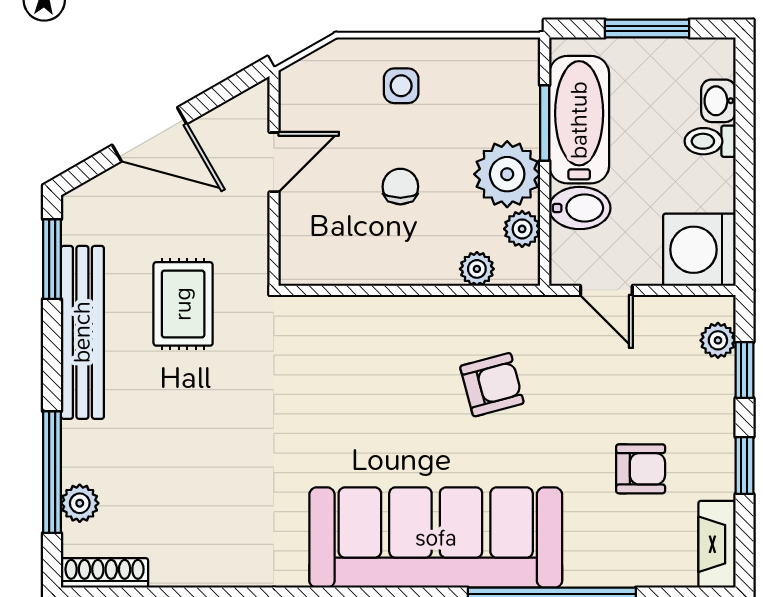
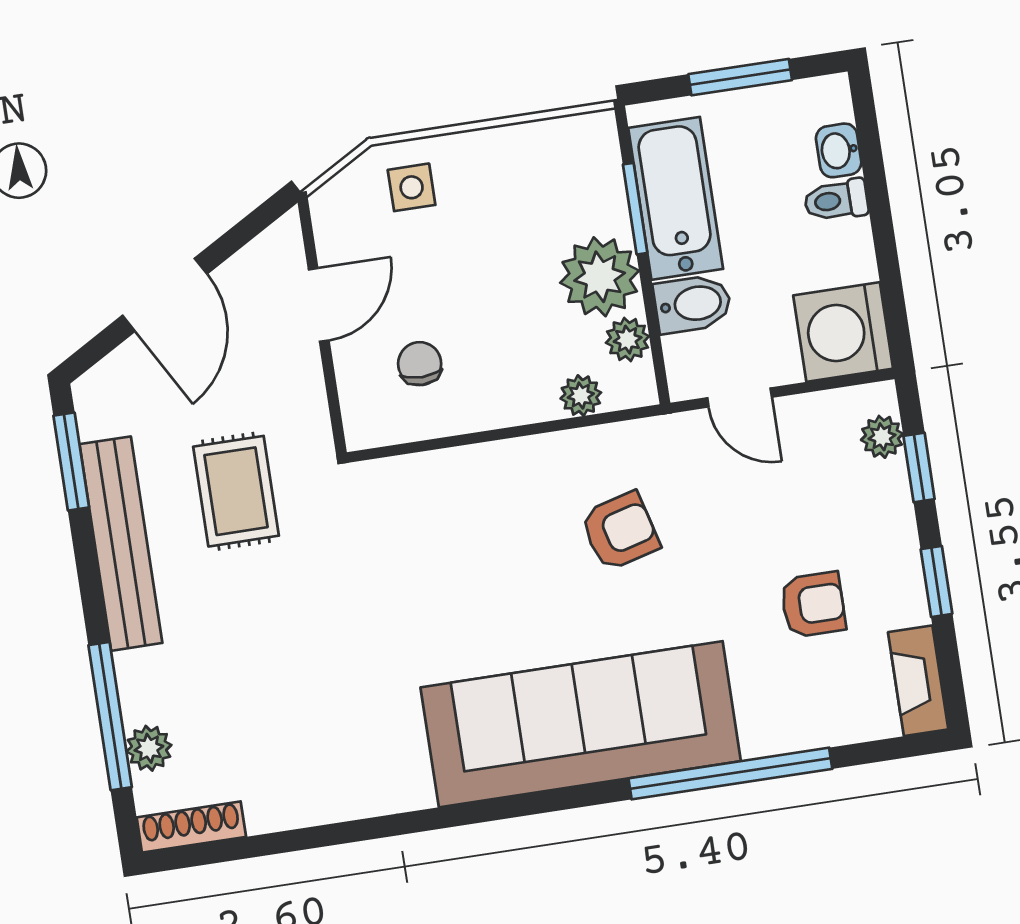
side table: (401, 86) -> (412, 187), moved
door: (149, 134) -> (165, 295), hinge flipped
chair: (400, 187) -> (420, 364), moved

